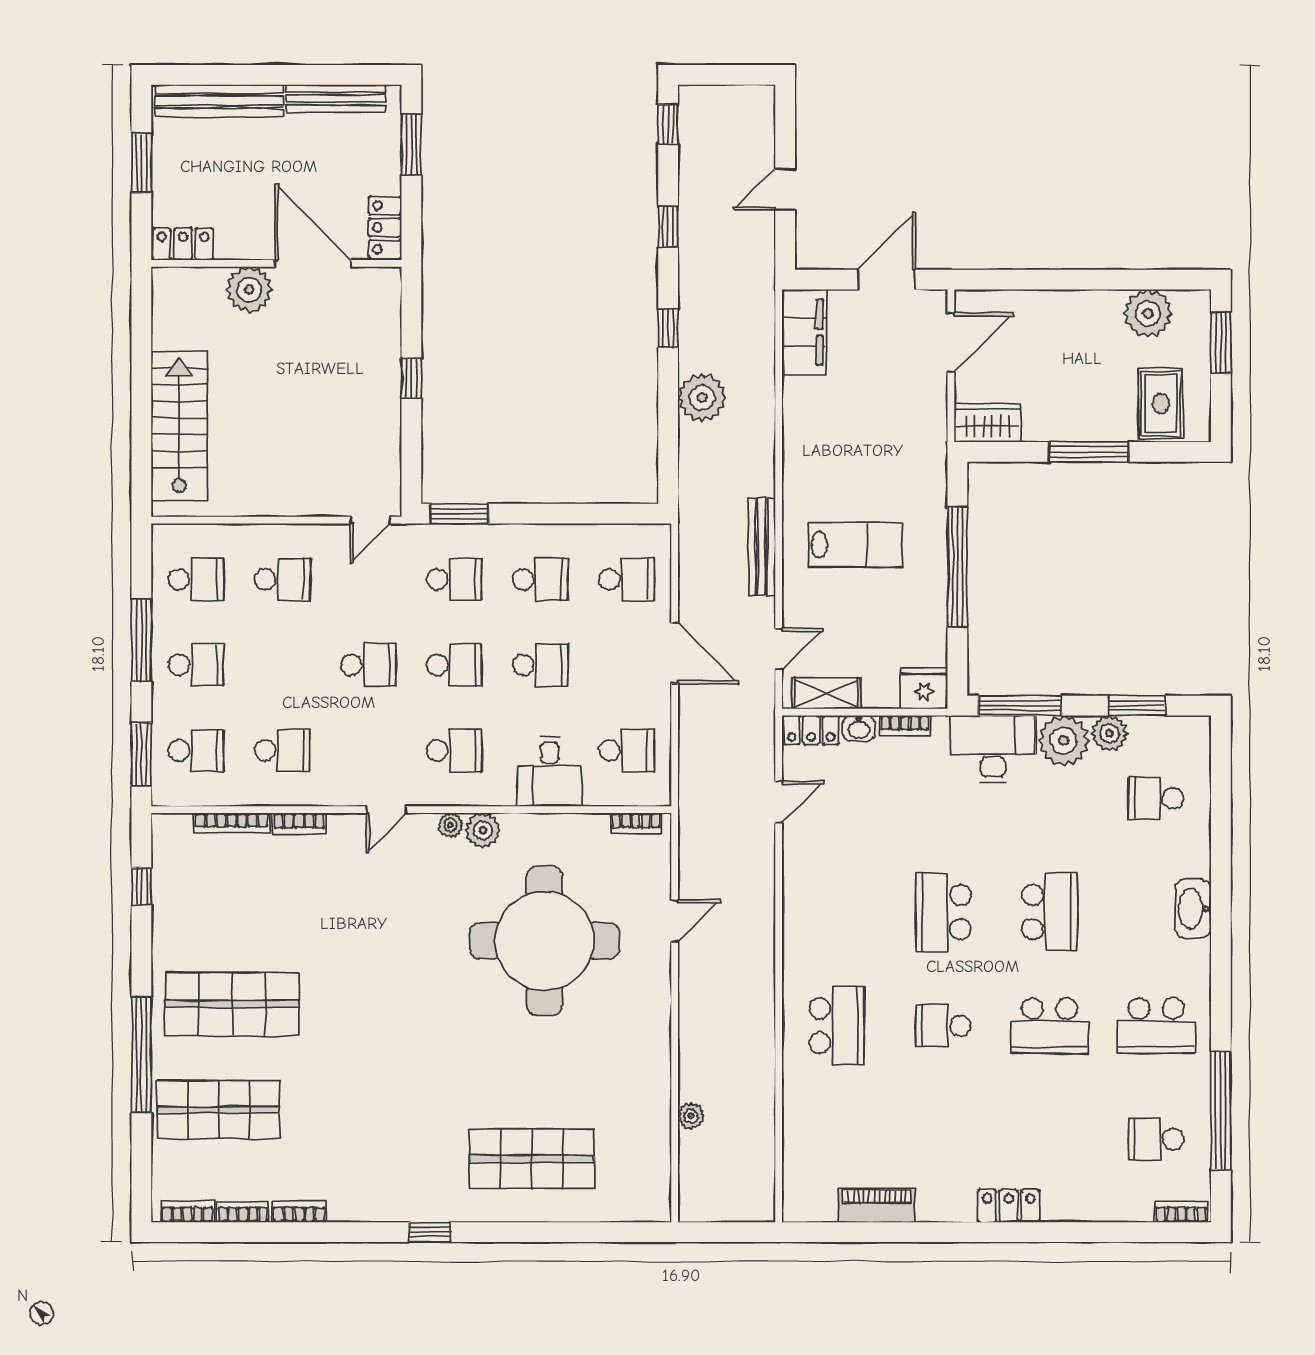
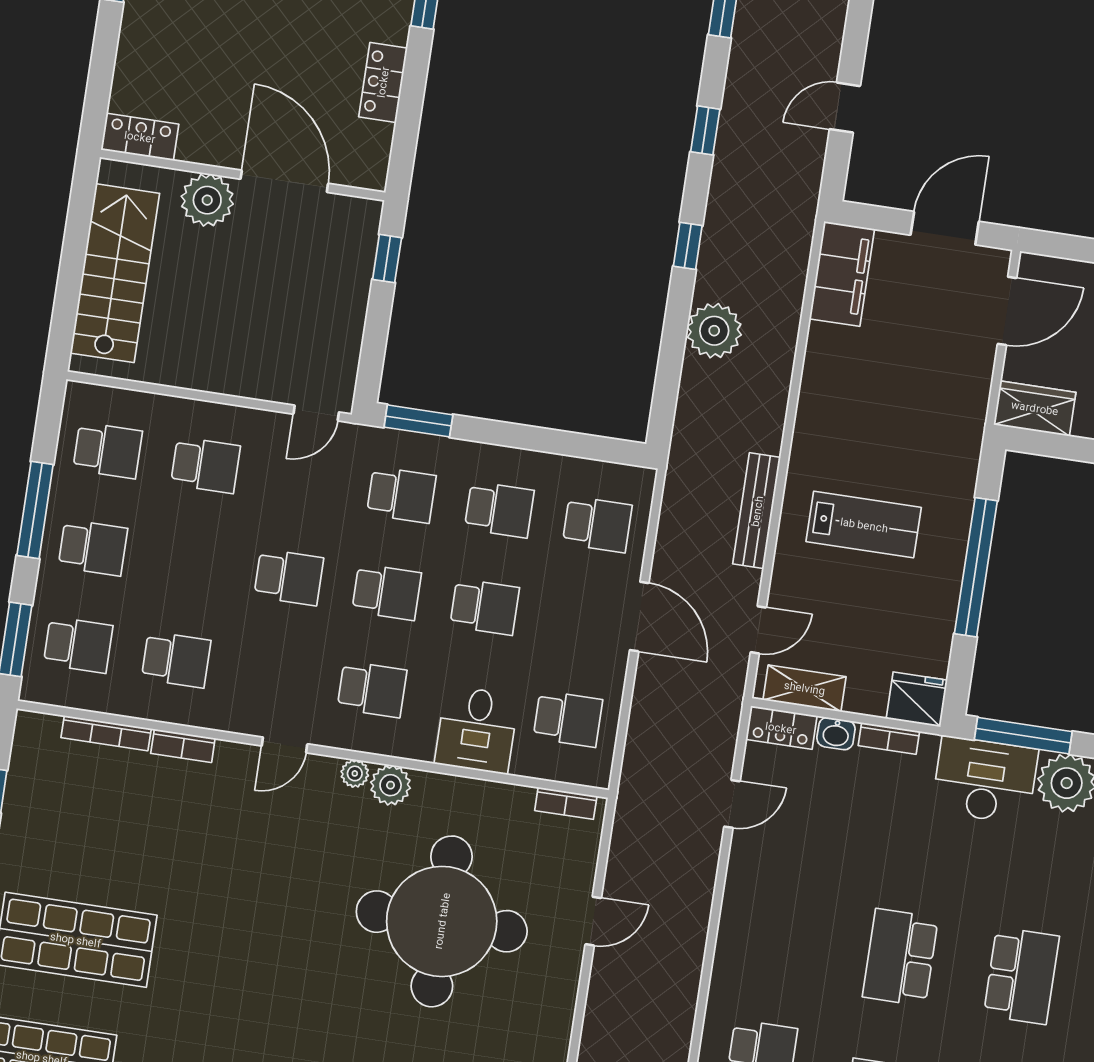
locker: (183, 244) -> (140, 137), moved
wall: (276, 263) -> (243, 175), moved
door: (313, 263) -> (284, 181), moved
plant: (249, 290) -> (207, 200), moved

